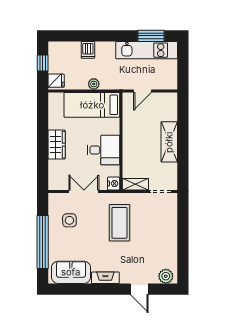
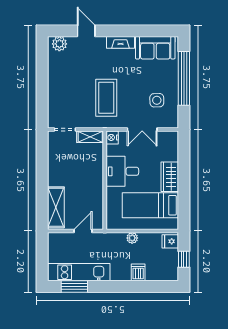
bed: (92, 105) -> (150, 205), moved, turned 180
shelving: (169, 142) -> (56, 207), moved

